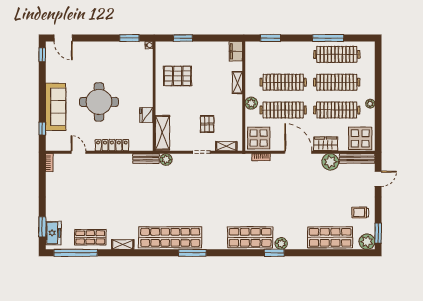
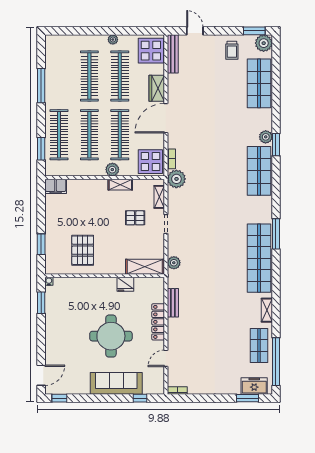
clothes rail: (337, 54) -> (59, 135), moved
shelving: (237, 83) -> (120, 185), moved
bench: (146, 159) -> (173, 303), moved
plant: (330, 162) -> (176, 179), moved

